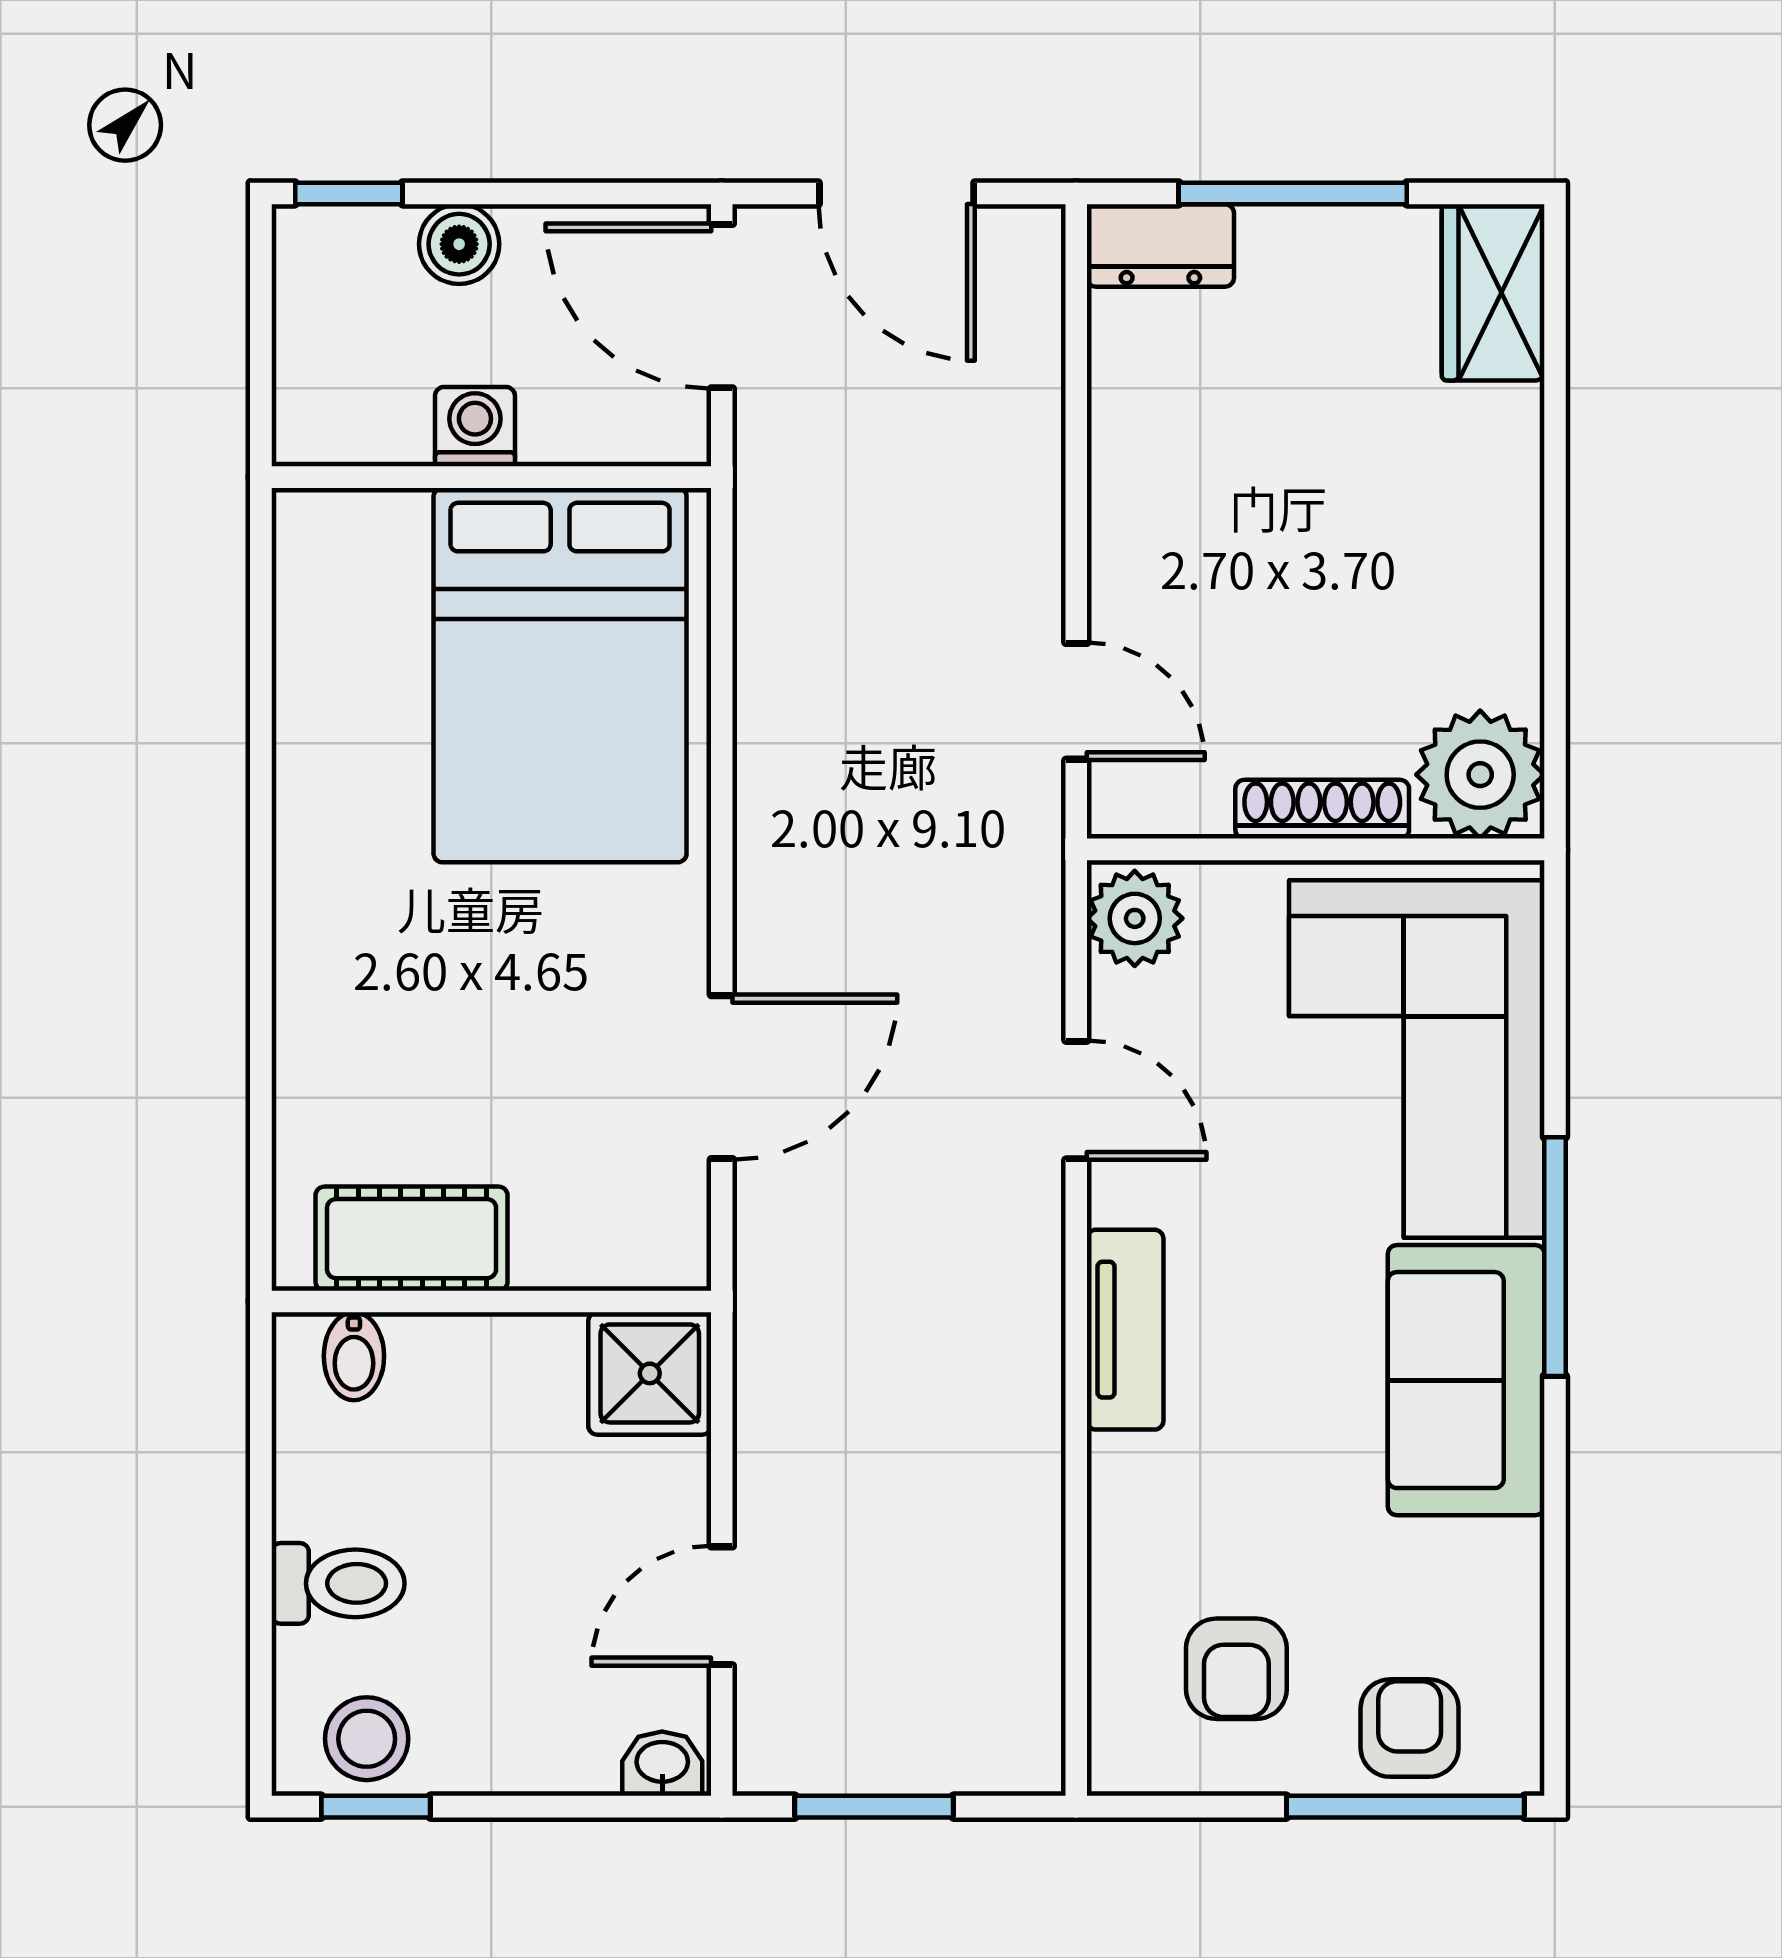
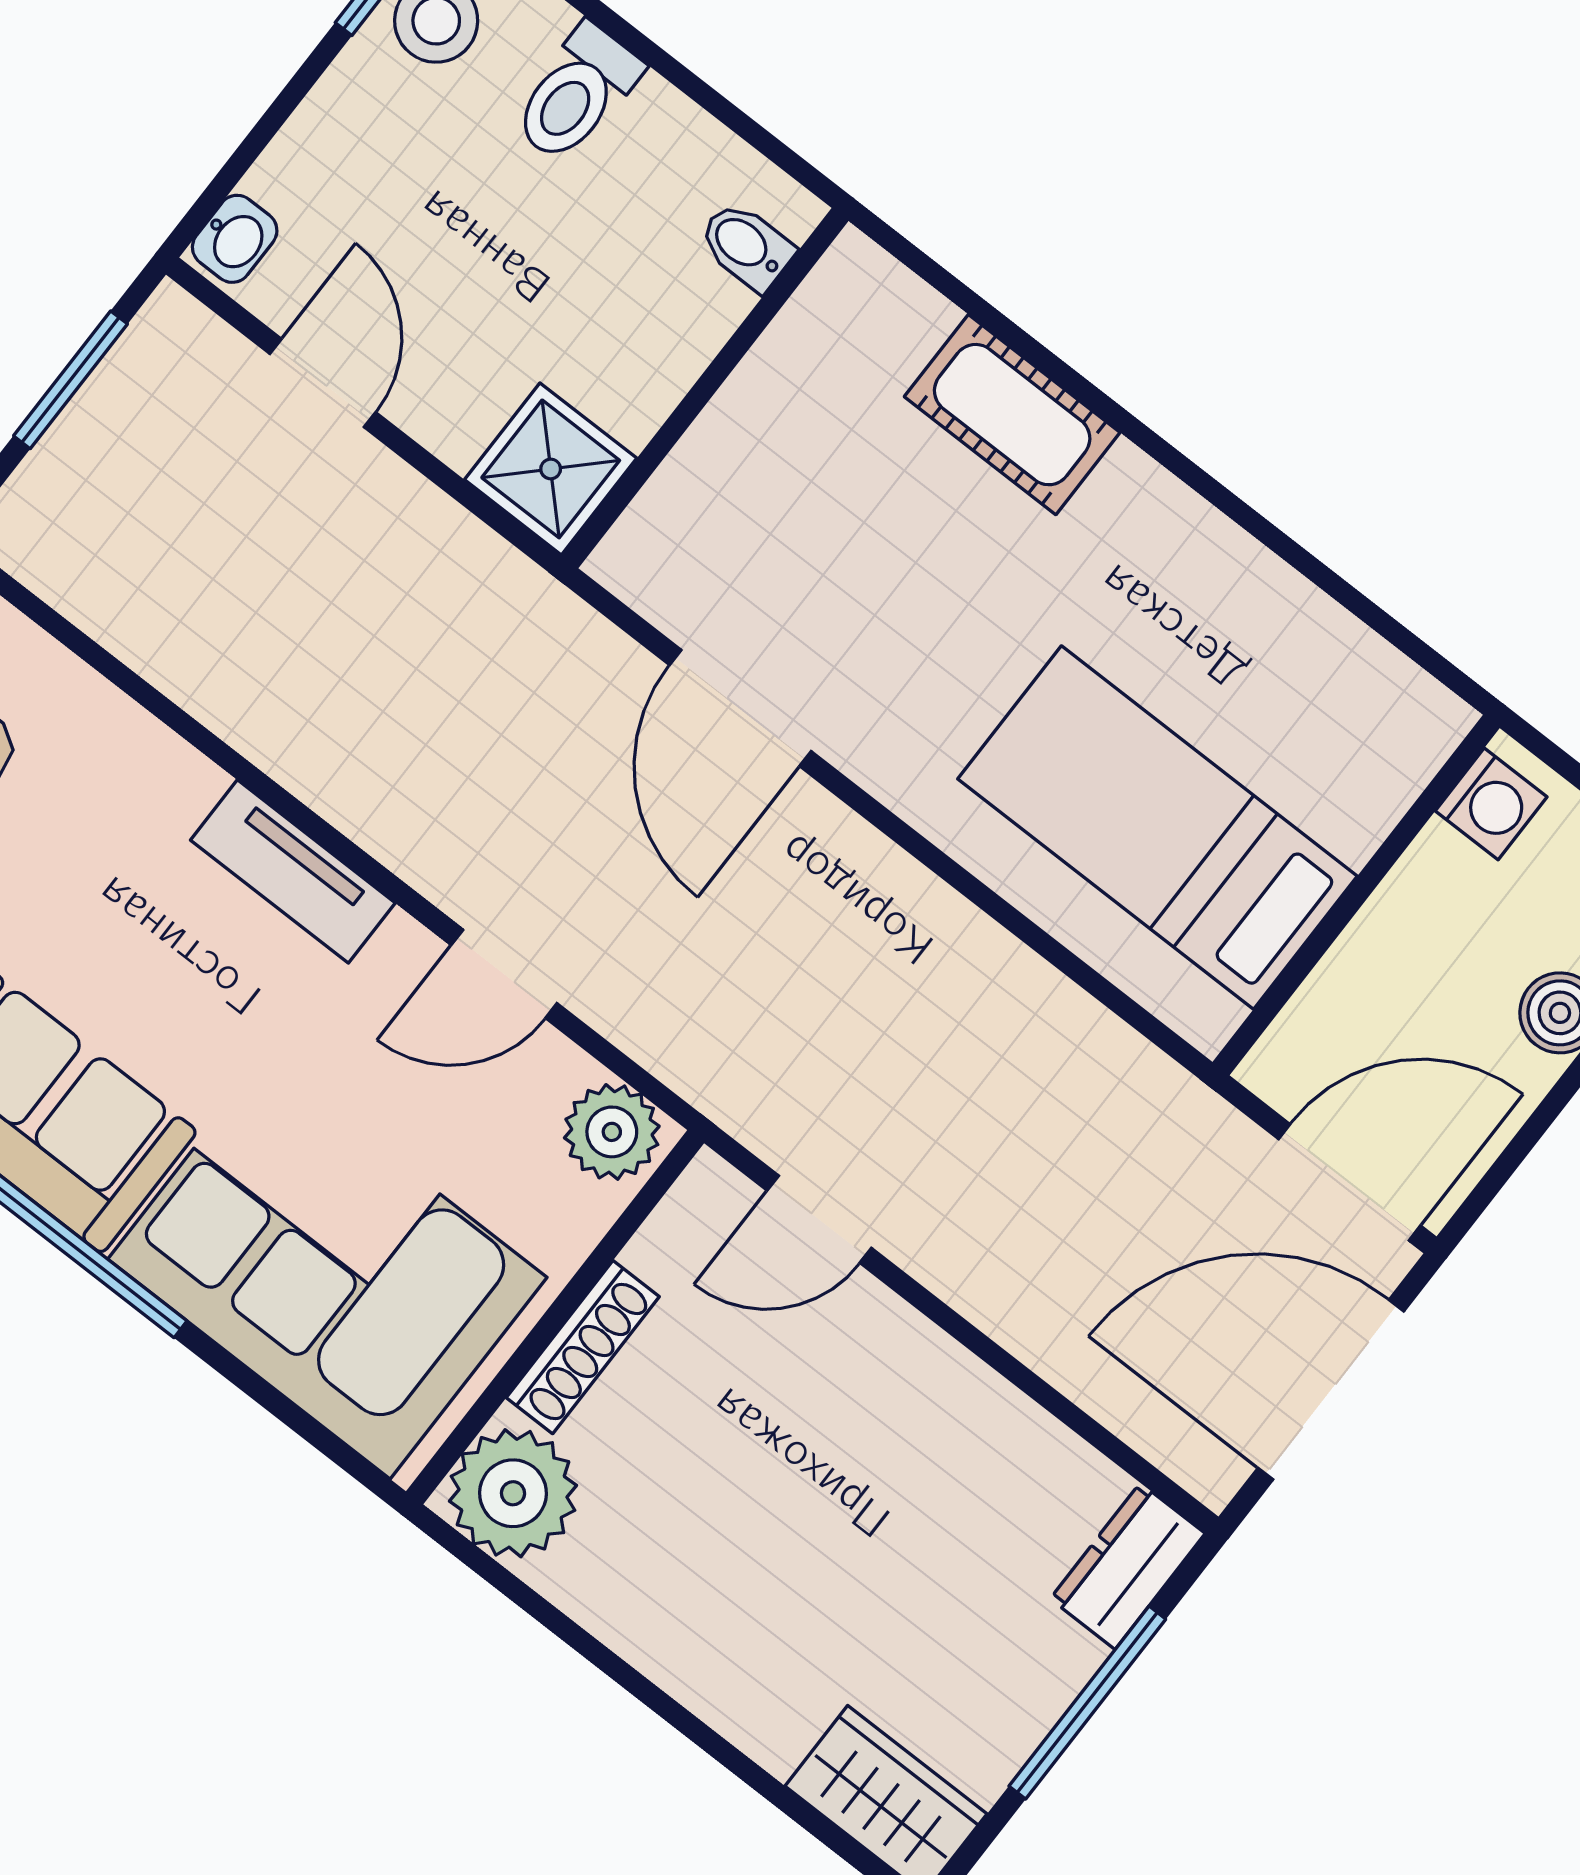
door: (897, 193) -> (1331, 1390), width x1.36
washing machine: (475, 427) -> (1491, 804), moved
bed: (560, 675) -> (1157, 828), width x0.67
cot: (412, 1239) -> (1012, 415), moved, turned 90

